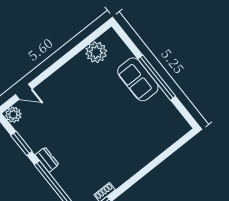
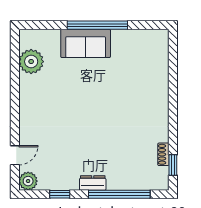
window: (21, 143) -> (60, 194), width x0.67

